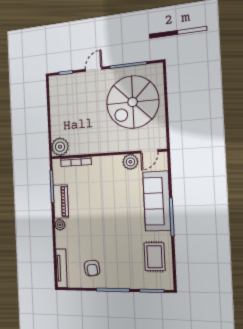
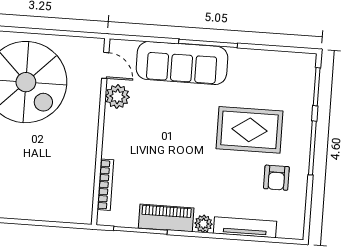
plant: (60, 147) -> (78, 209), removed
rug: (155, 257) -> (249, 130), moved, width x1.36, depth x1.43
tv unit: (61, 268) -> (245, 227), moved
armchair: (92, 268) -> (276, 178), turned 97

